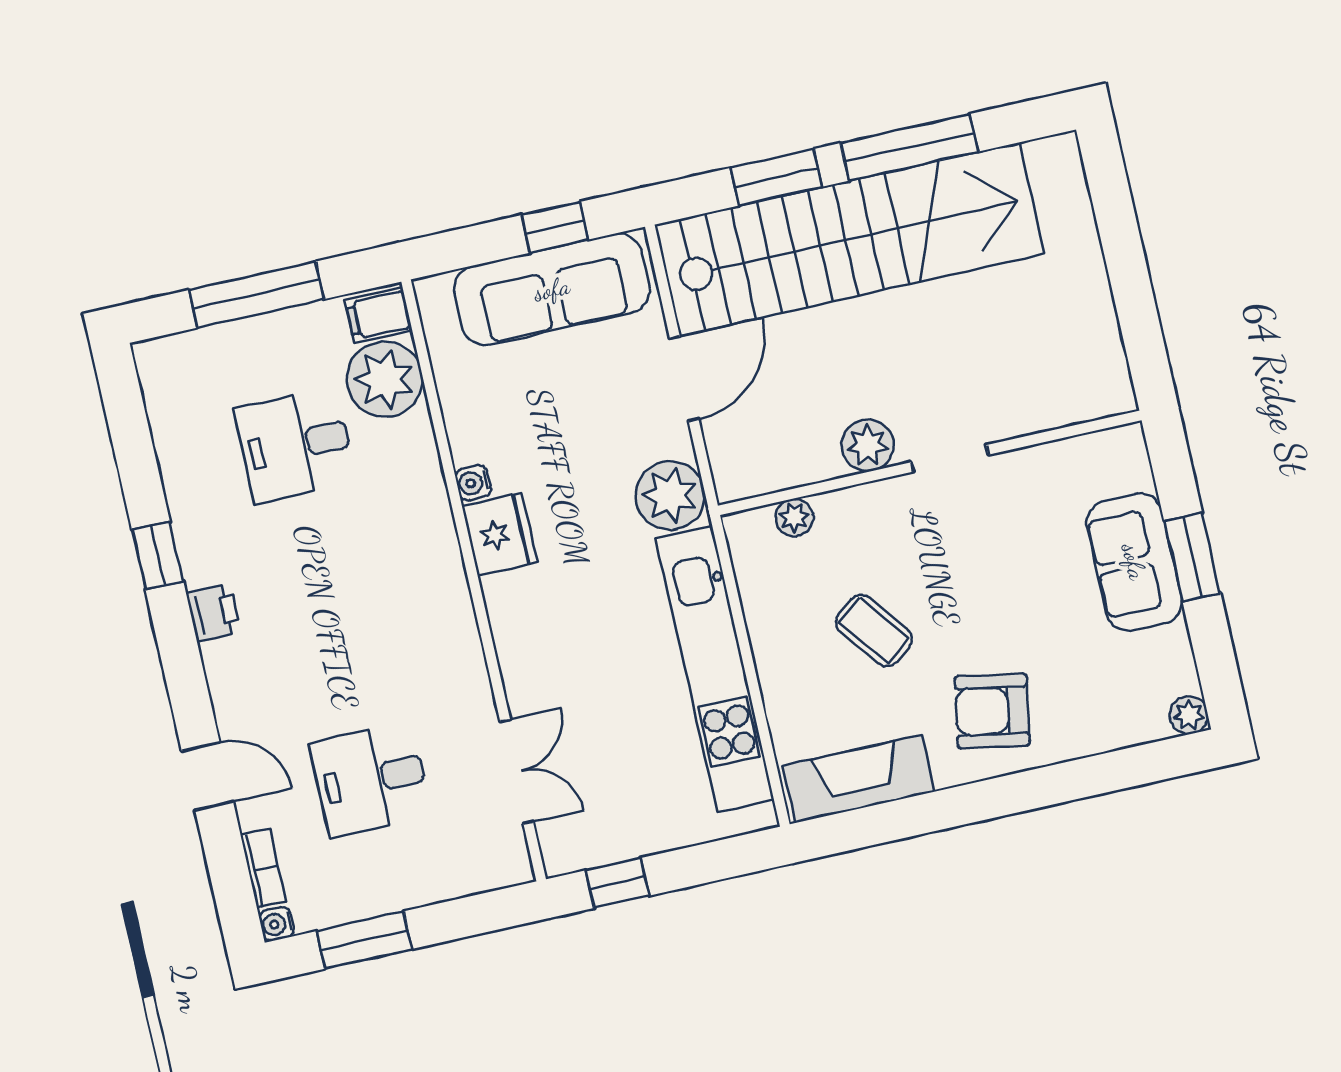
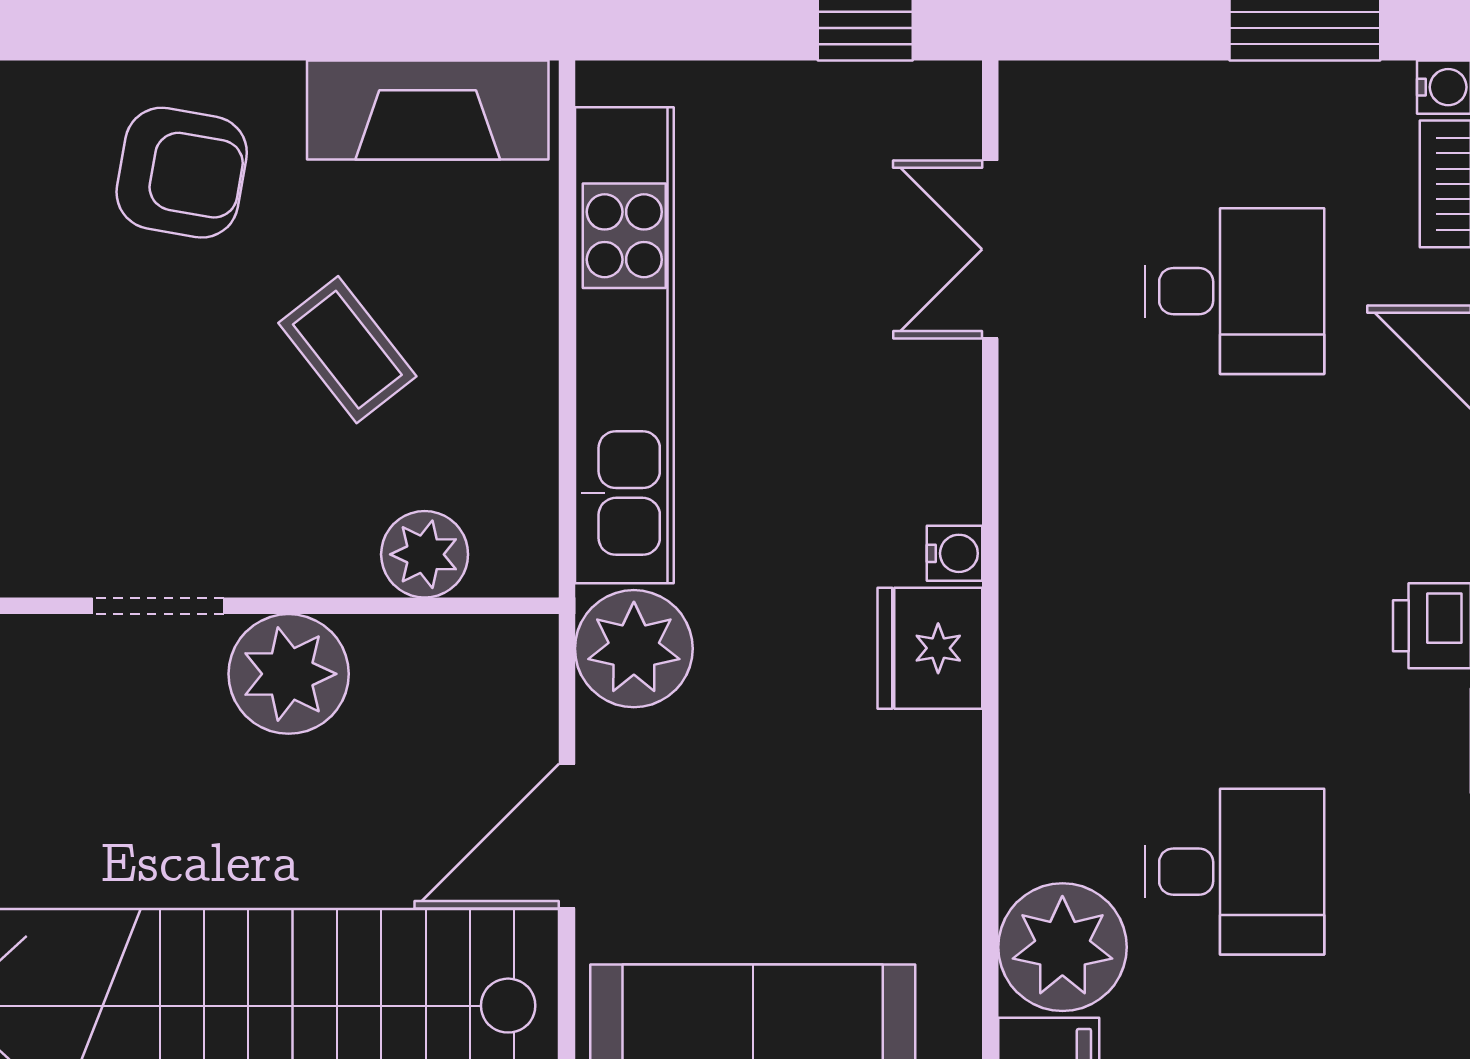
plant: (868, 445) -> (289, 674), width x1.36, depth x1.36
water cooler: (473, 483) -> (955, 553), moved
plant: (794, 517) -> (425, 554), width x1.38, depth x1.38

